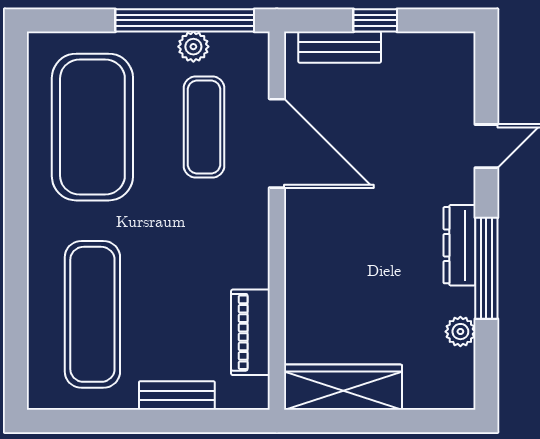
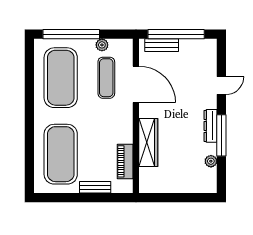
window: (185, 20) -> (71, 34), moved
window: (375, 20) -> (176, 34), width x3.17
exercise mat: (92, 314) -> (61, 154), width x1.47
wardrobe: (343, 387) -> (148, 142), moved, turned 90

